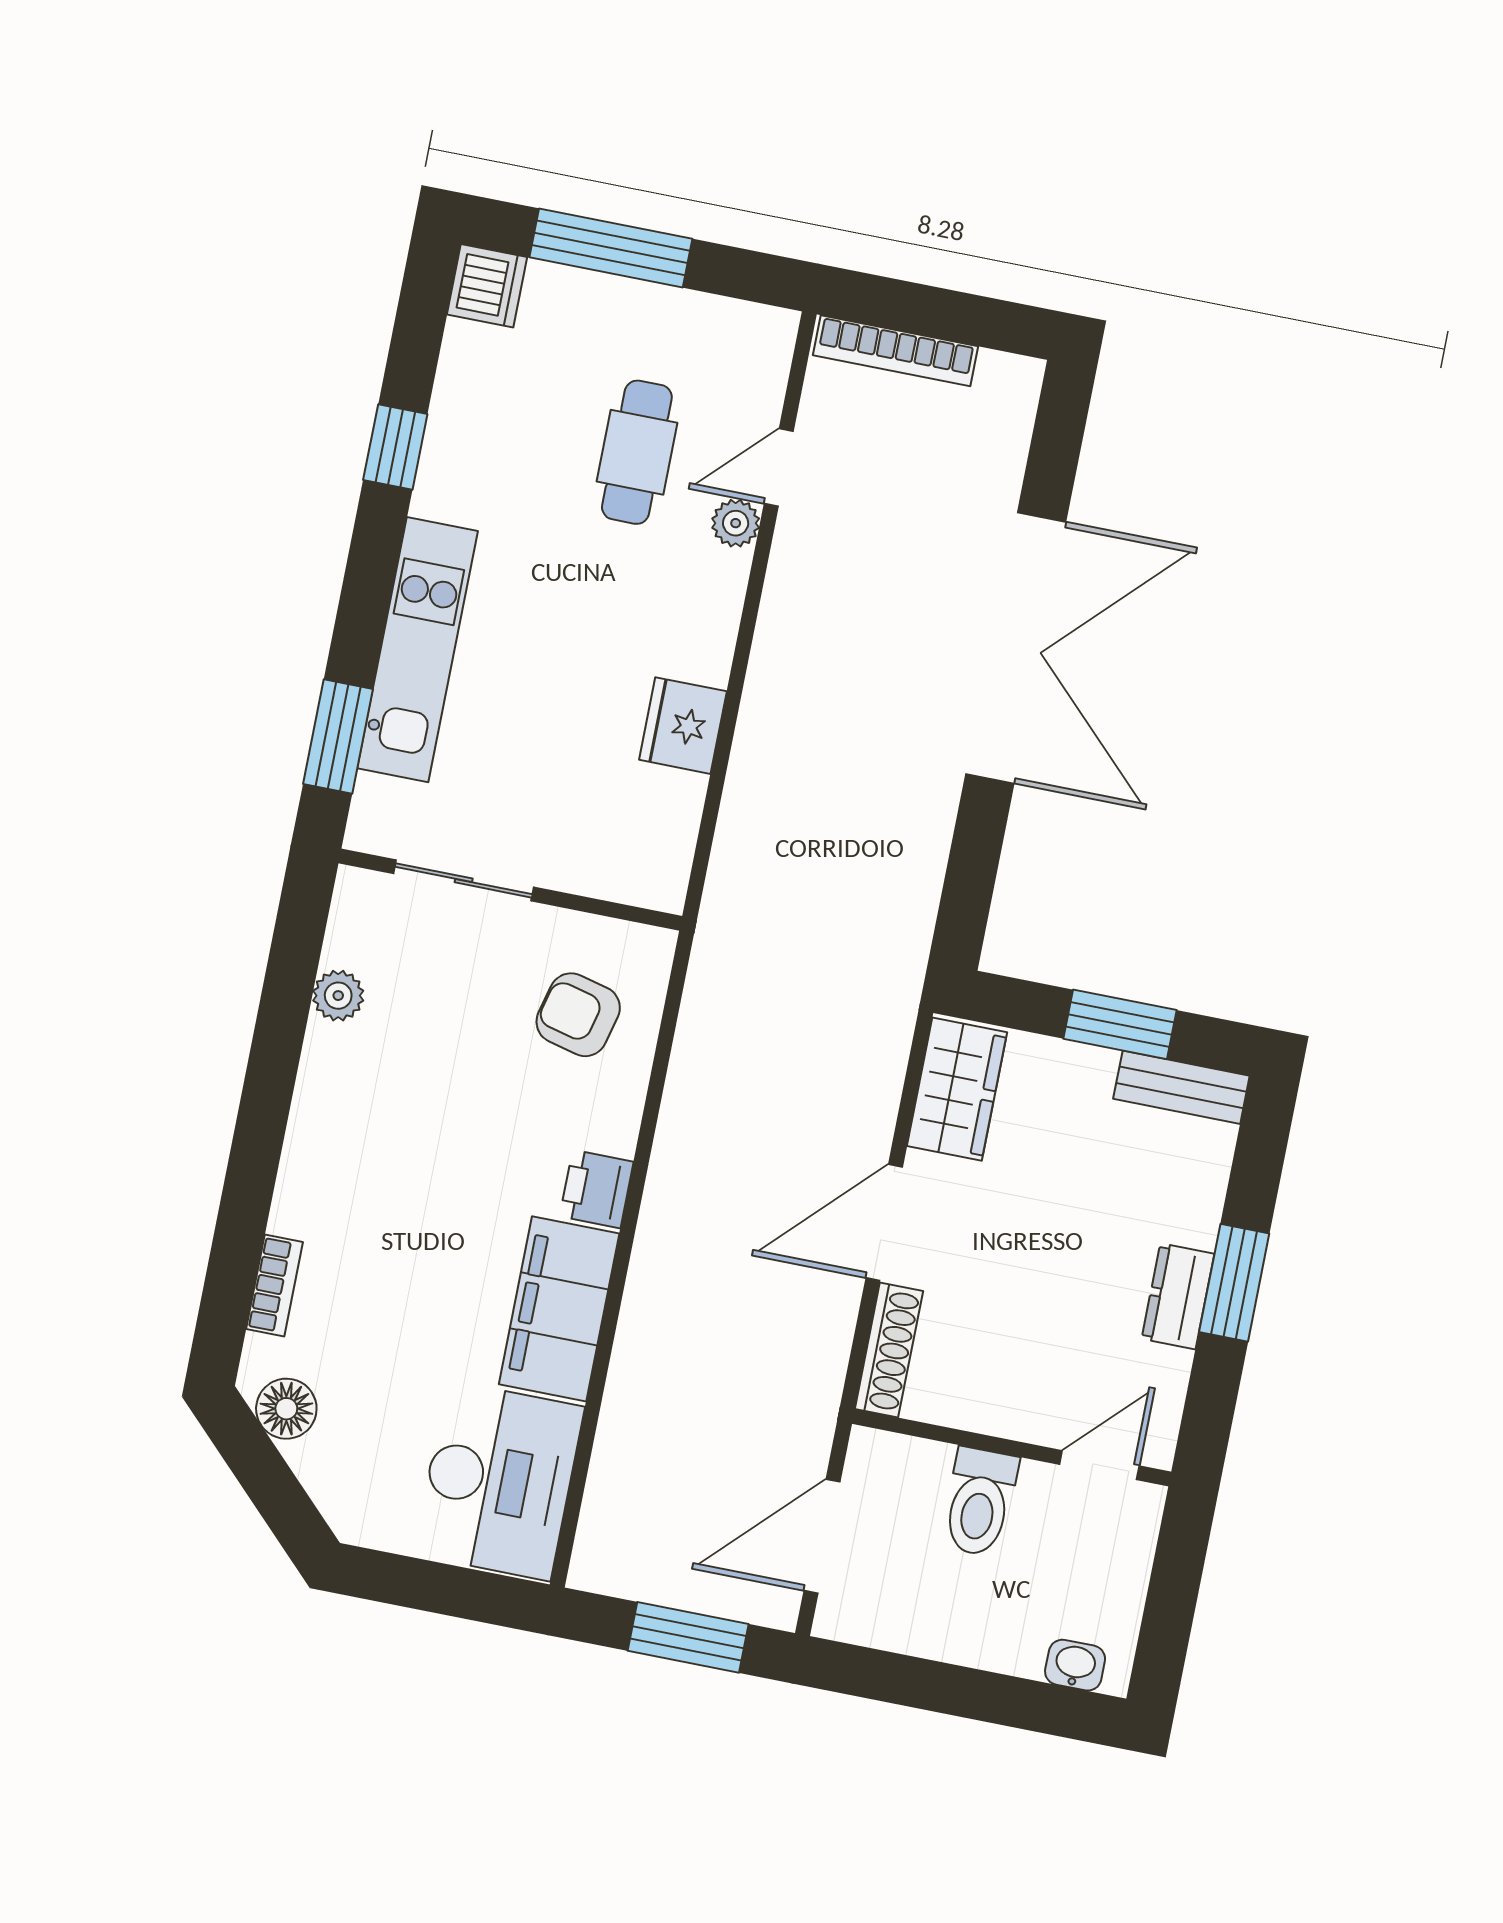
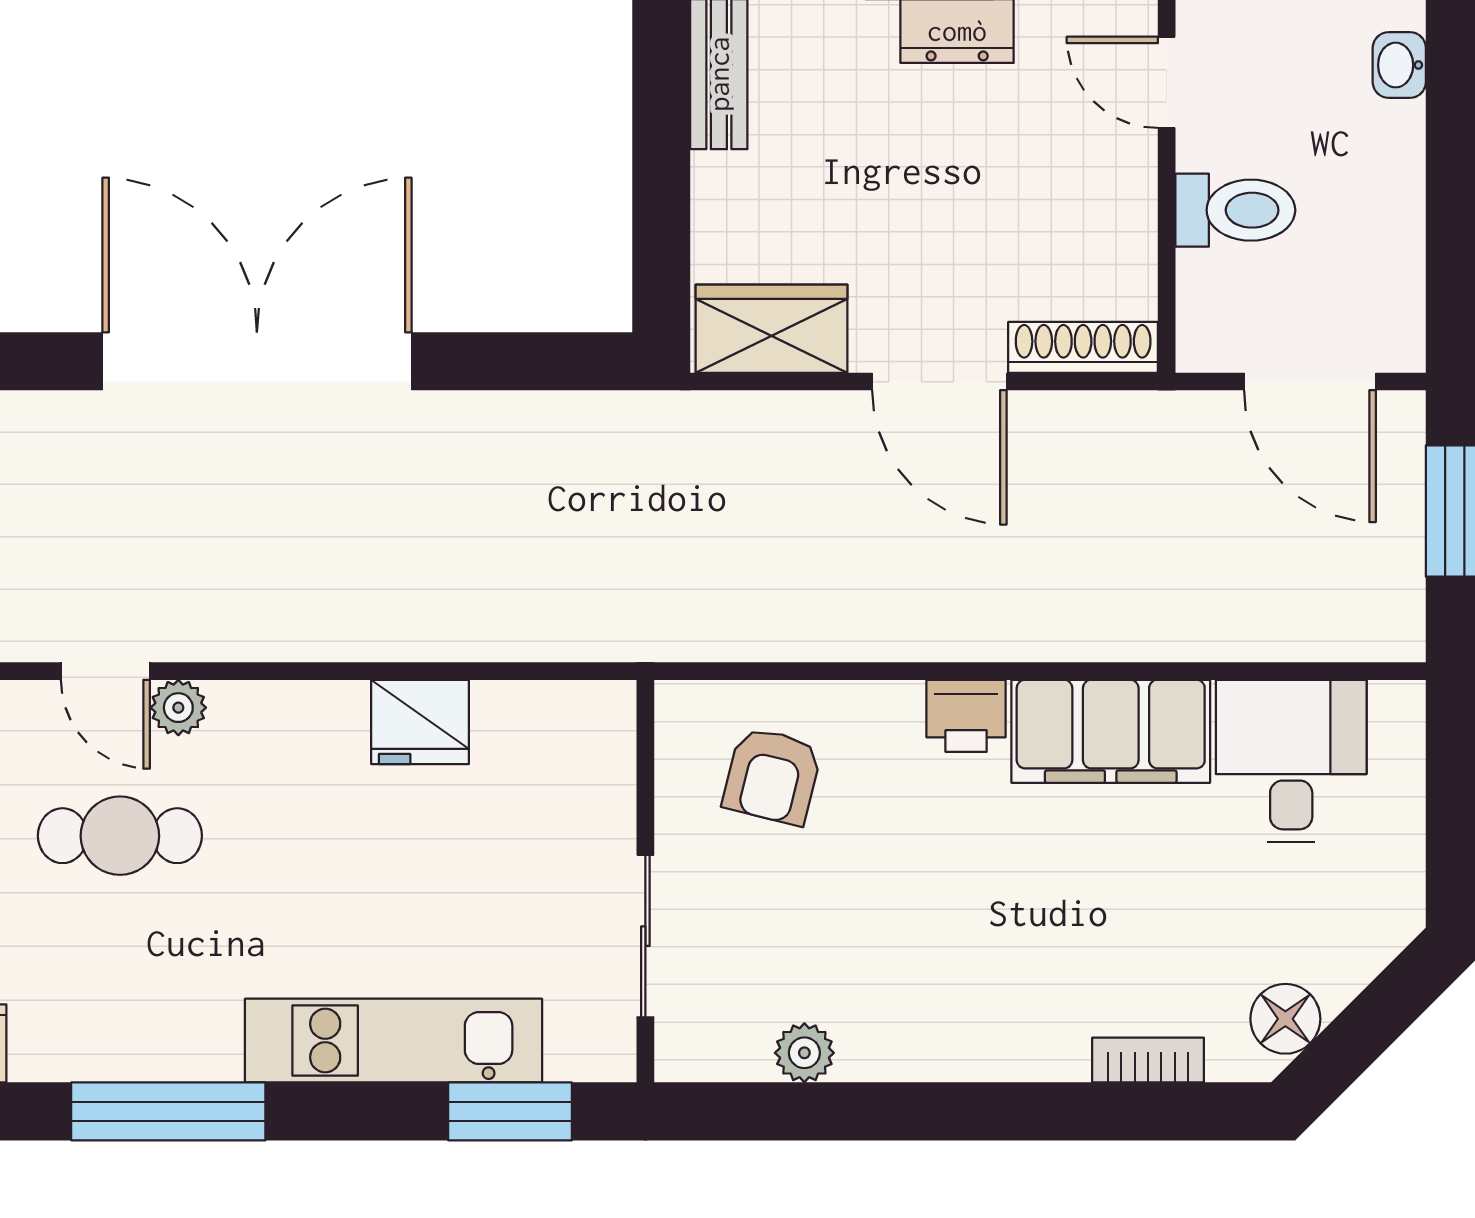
window: (395, 447) -> (168, 1111), width x2.17
window: (1120, 1024) -> (661, 158), removed
desk: (499, 1481) -> (1291, 761), width x0.73

